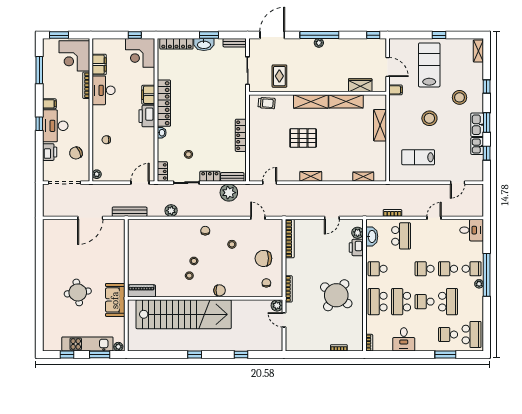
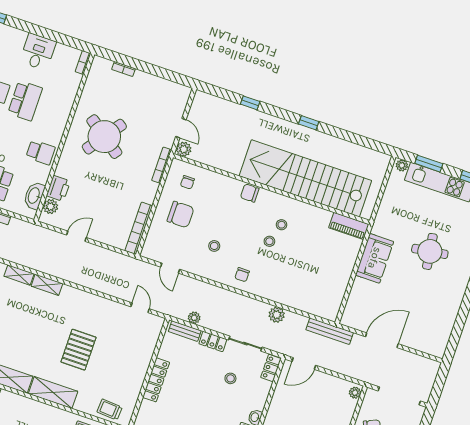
pallet: (303, 138) -> (79, 350), turned 90
shelving: (311, 176) -> (47, 285), moved
door: (270, 183) -> (140, 308), swing flipped
plant: (229, 193) -> (194, 318), width x0.53, depth x0.53
sofa: (115, 300) -> (375, 258), moved
school desk: (378, 302) -> (55, 111), removed

